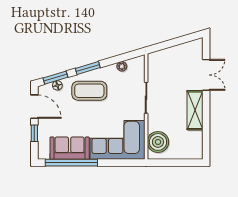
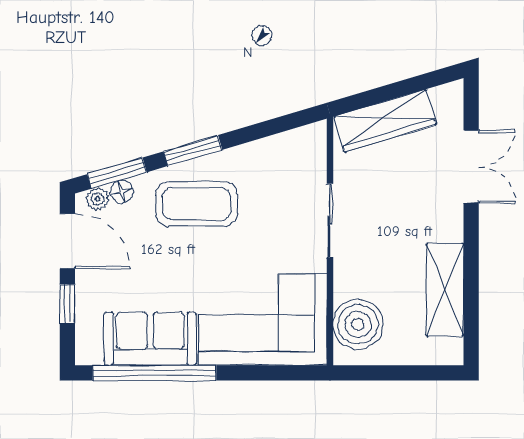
wardrobe: (170, 55) -> (385, 121), added
plant: (122, 66) -> (97, 199), moved
shelving: (195, 110) -> (445, 290), moved

